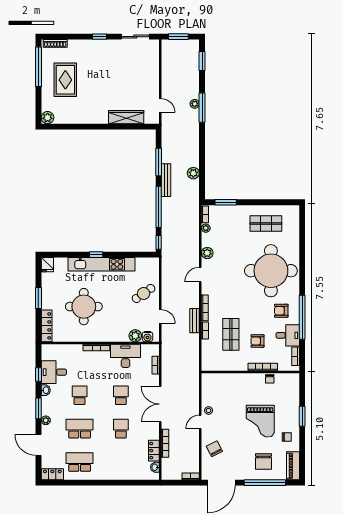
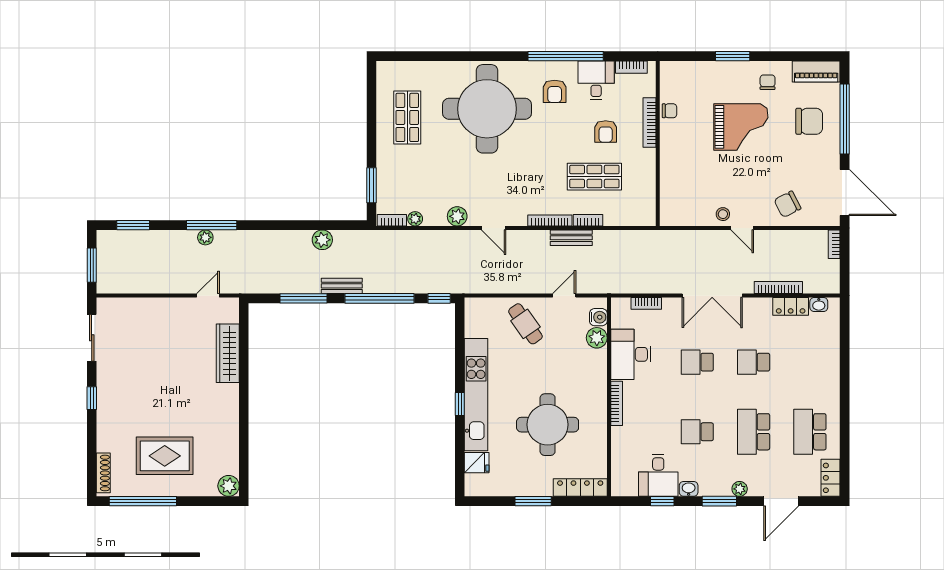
bench: (166, 180) -> (342, 286), width x0.73
fridge: (47, 265) -> (477, 463), moved

